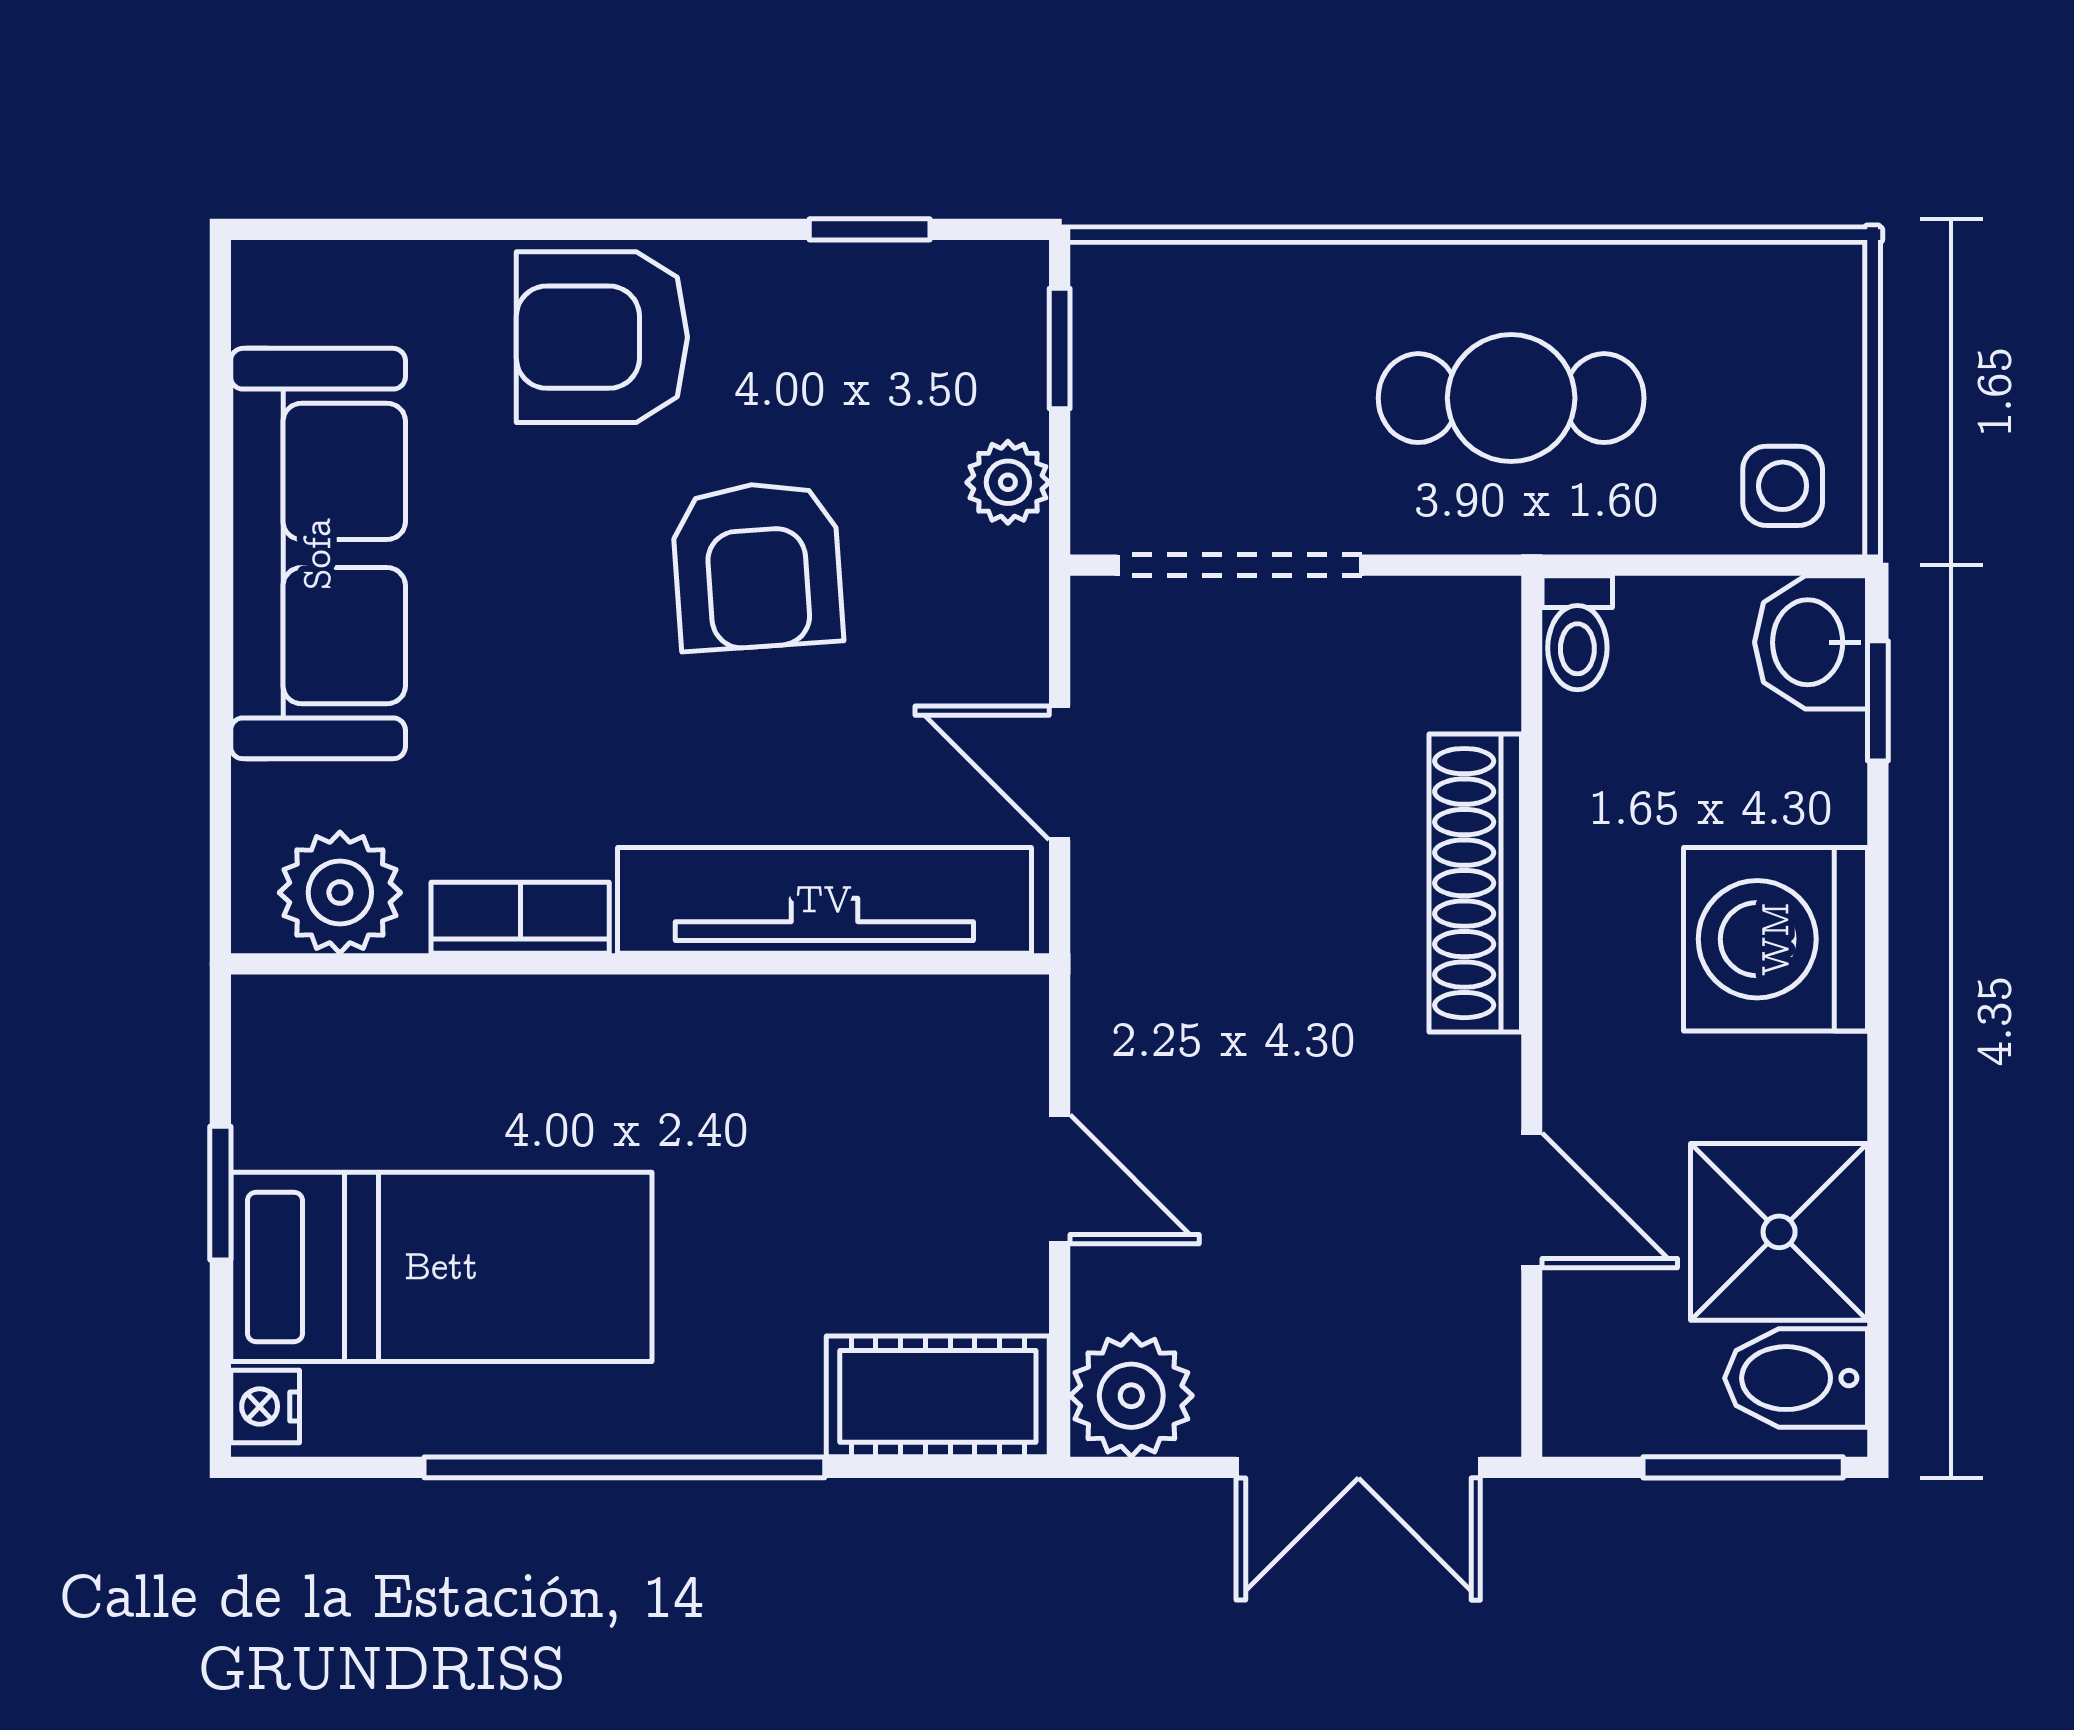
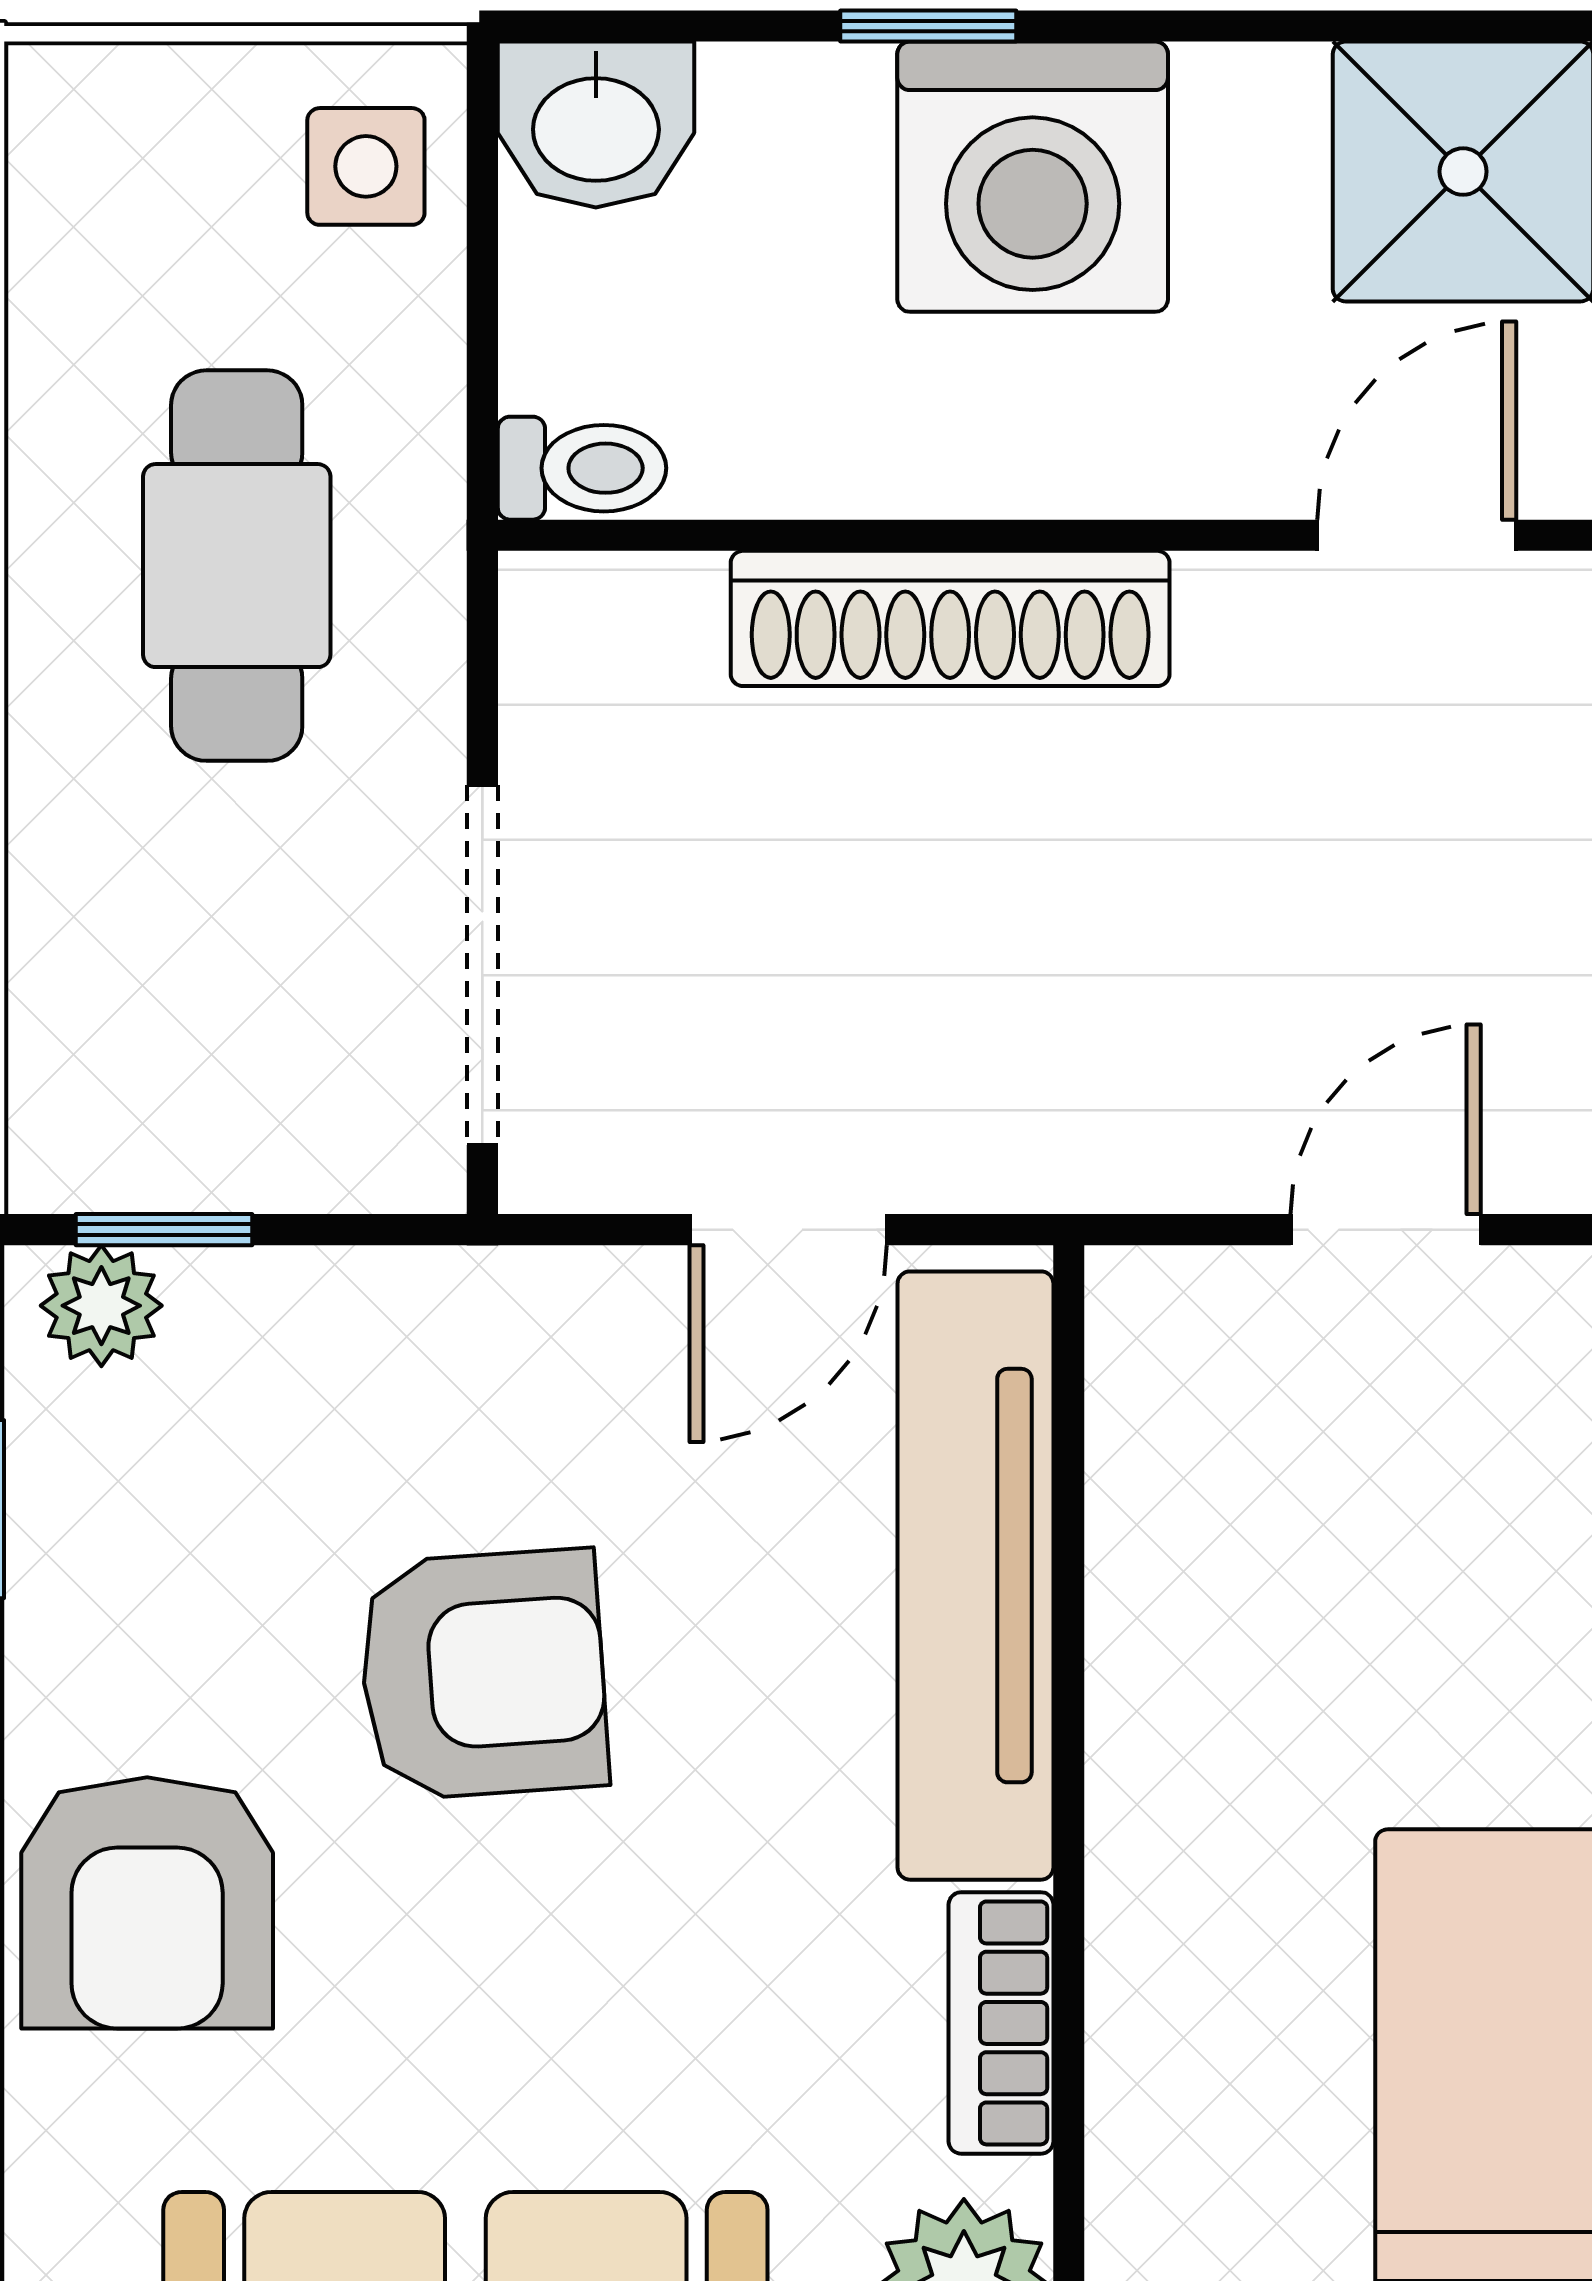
plant: (1008, 482) -> (101, 1306), moved
window: (1878, 701) -> (928, 26), moved

